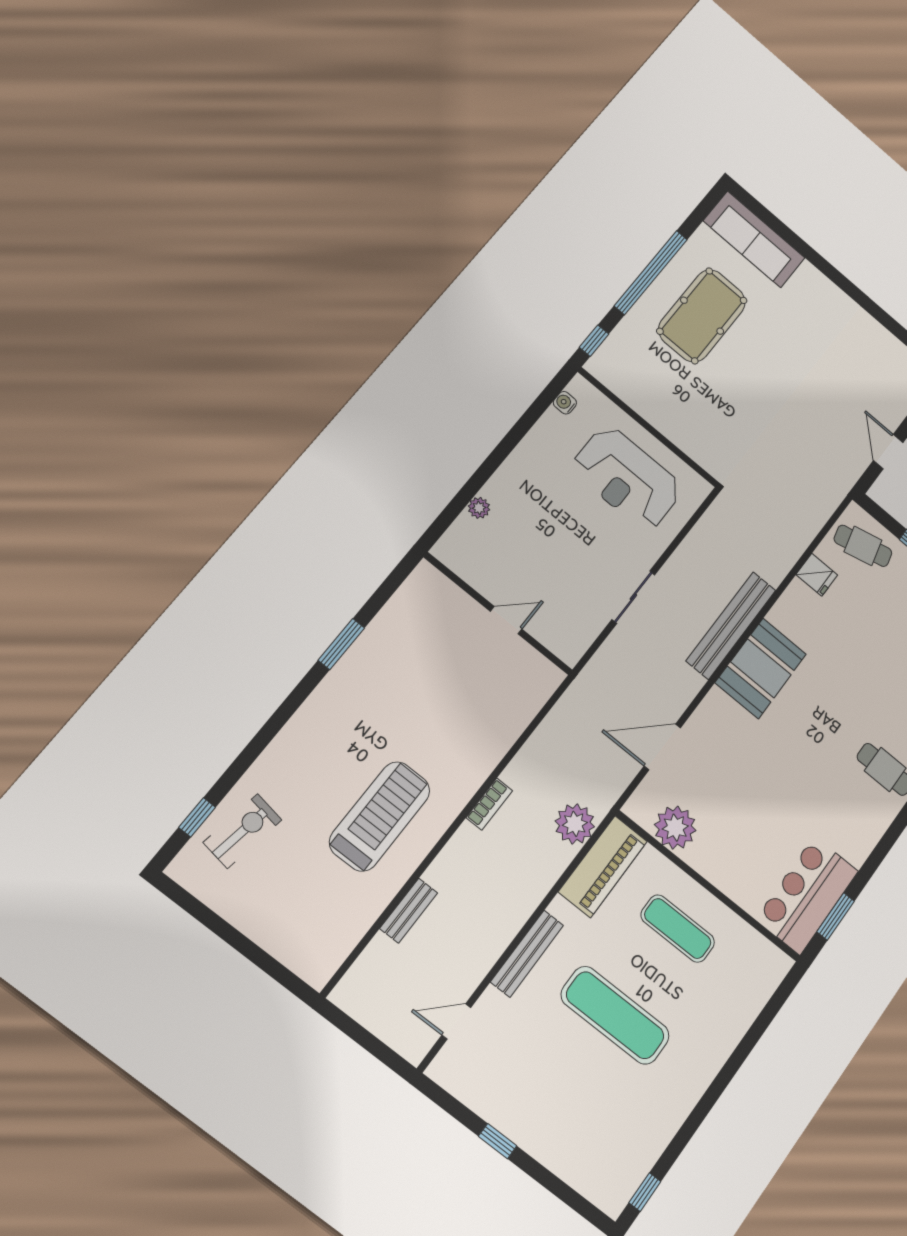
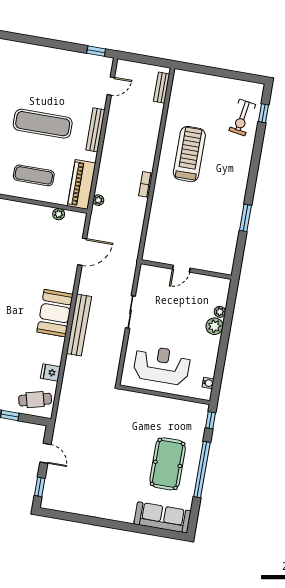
plant: (502, 489) -> (214, 326), added
treadmill: (380, 816) -> (189, 154), turned 180
plant: (575, 824) -> (98, 200), width x0.53, depth x0.53
plant: (675, 828) -> (59, 214), width x0.53, depth x0.53
bench: (409, 911) -> (162, 88), moved
window: (498, 1141) -> (96, 51), moved

